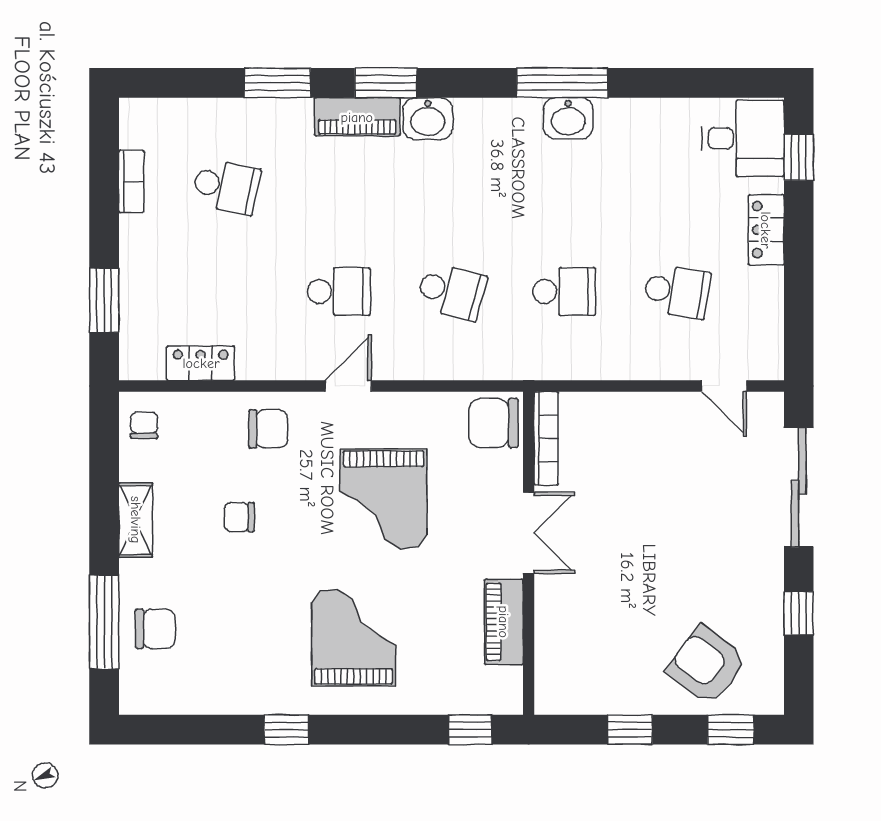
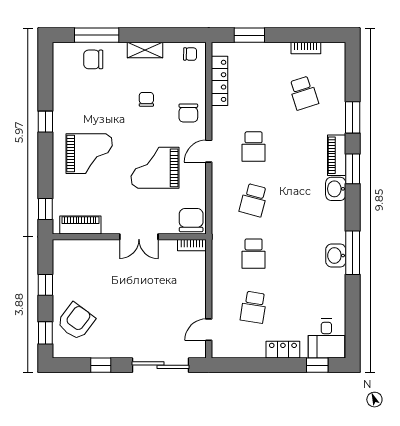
school desk: (226, 187) -> (303, 93), turned -30
locker: (201, 363) -> (219, 81), width x1.53
door: (348, 386) -> (209, 151), swing flipped
bookcase: (546, 438) -> (192, 245), width x0.64
piano: (504, 622) -> (80, 225), moved
chair: (155, 629) -> (93, 59), turned 90

